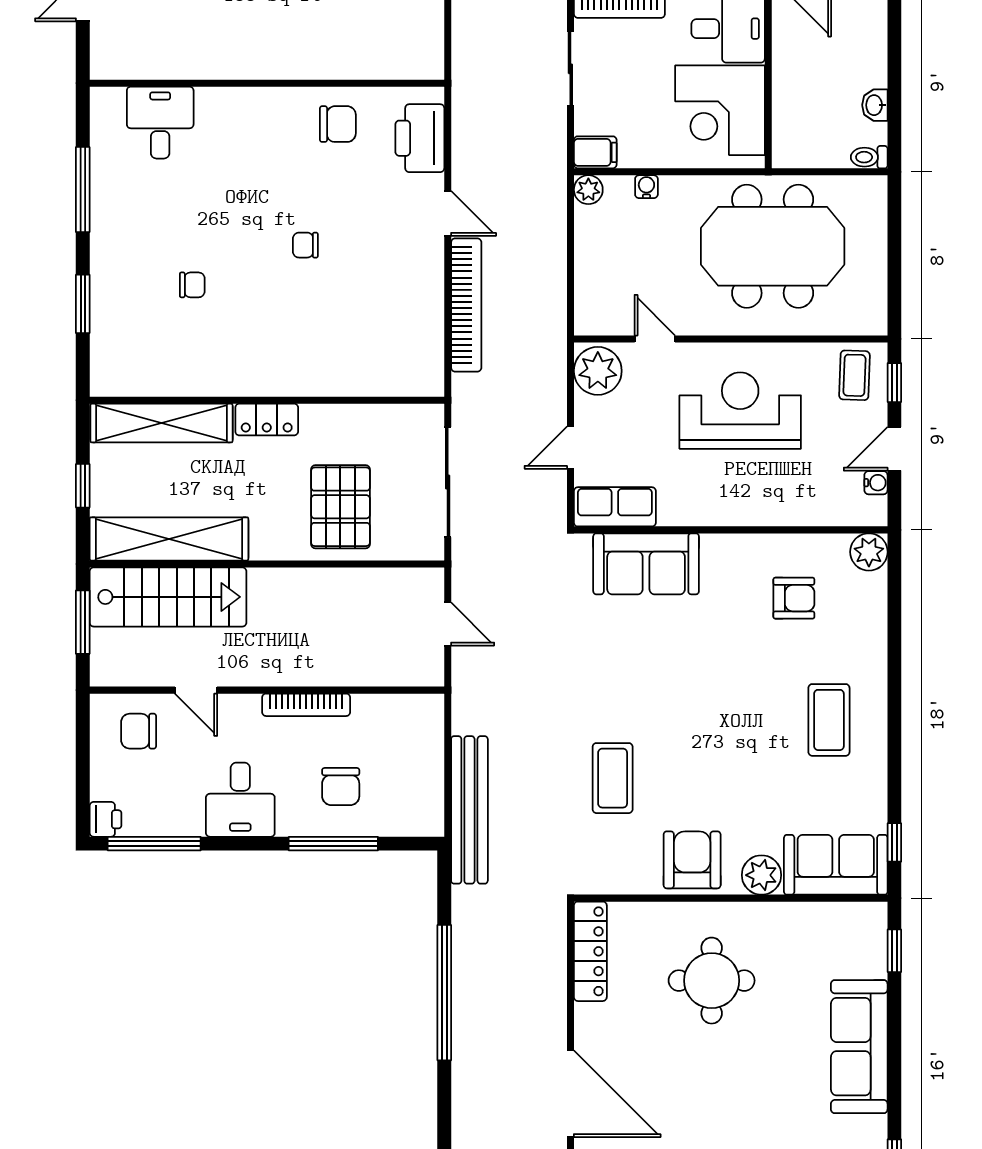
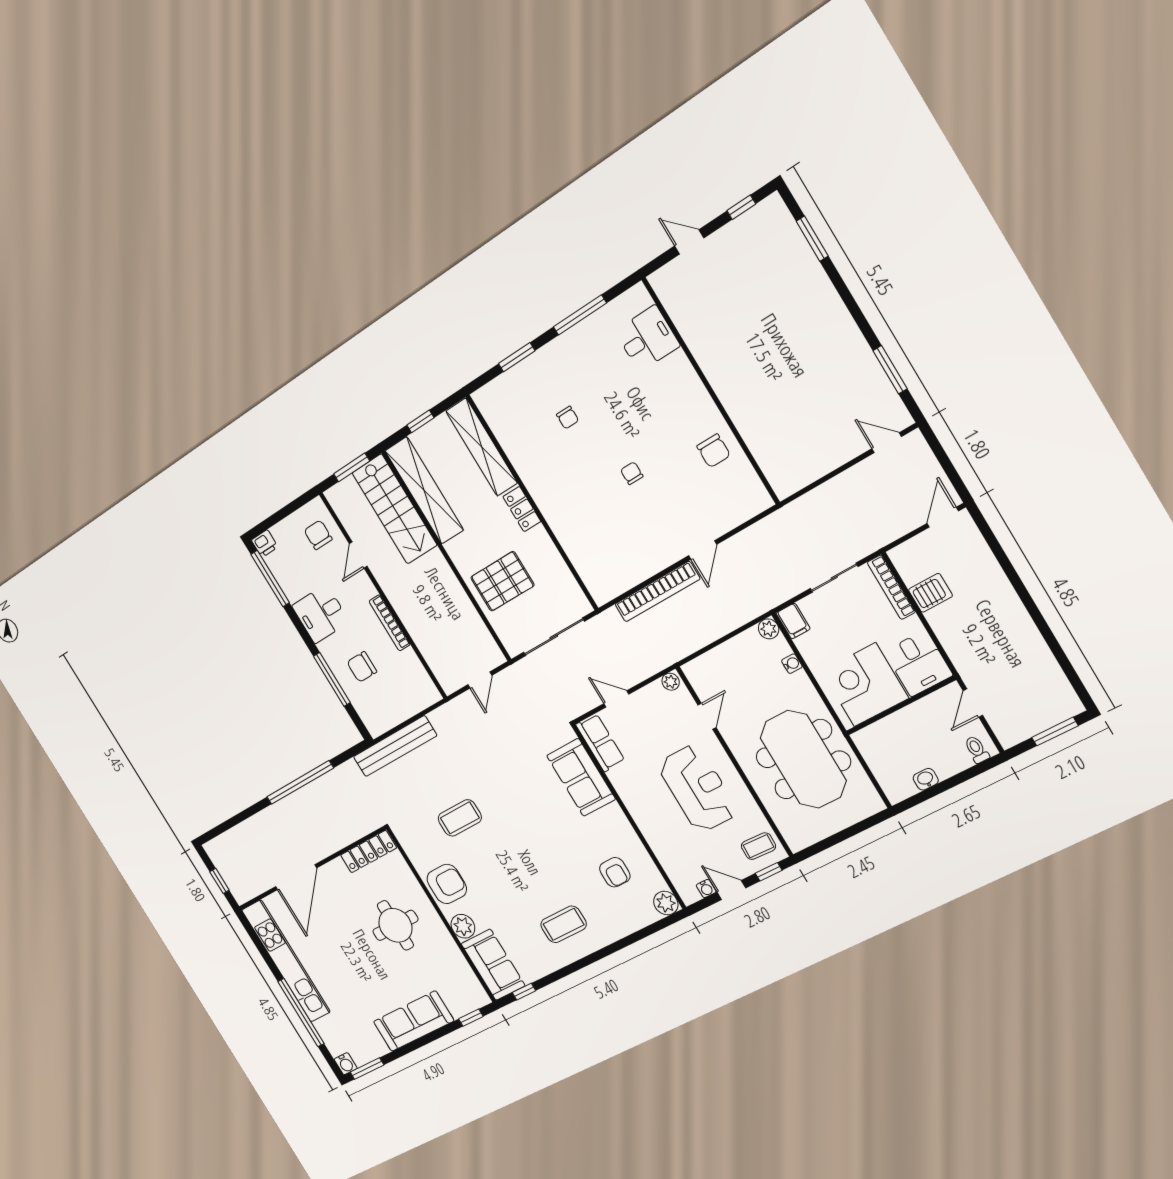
printer: (420, 138) -> (736, 507), removed
toilet: (869, 157) -> (977, 749), moved
plant: (598, 371) -> (671, 682), width x0.53, depth x0.53

